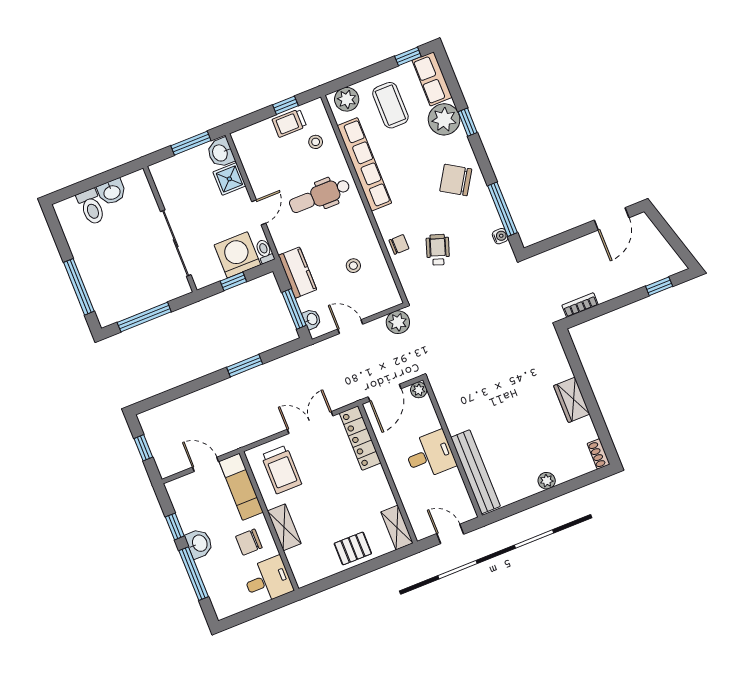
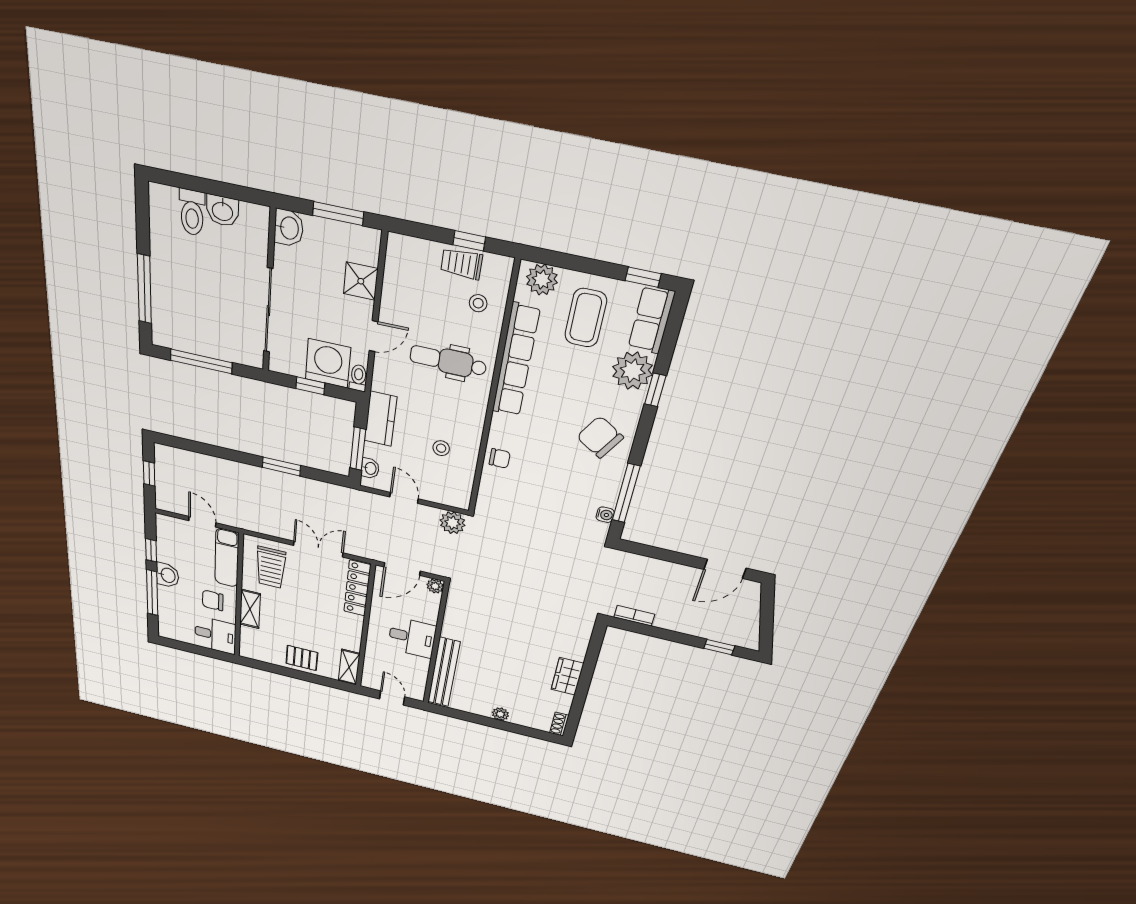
washbasin: (221, 153) -> (289, 228), moved, turned 180
wheelchair: (438, 250) -> (535, 487), removed

